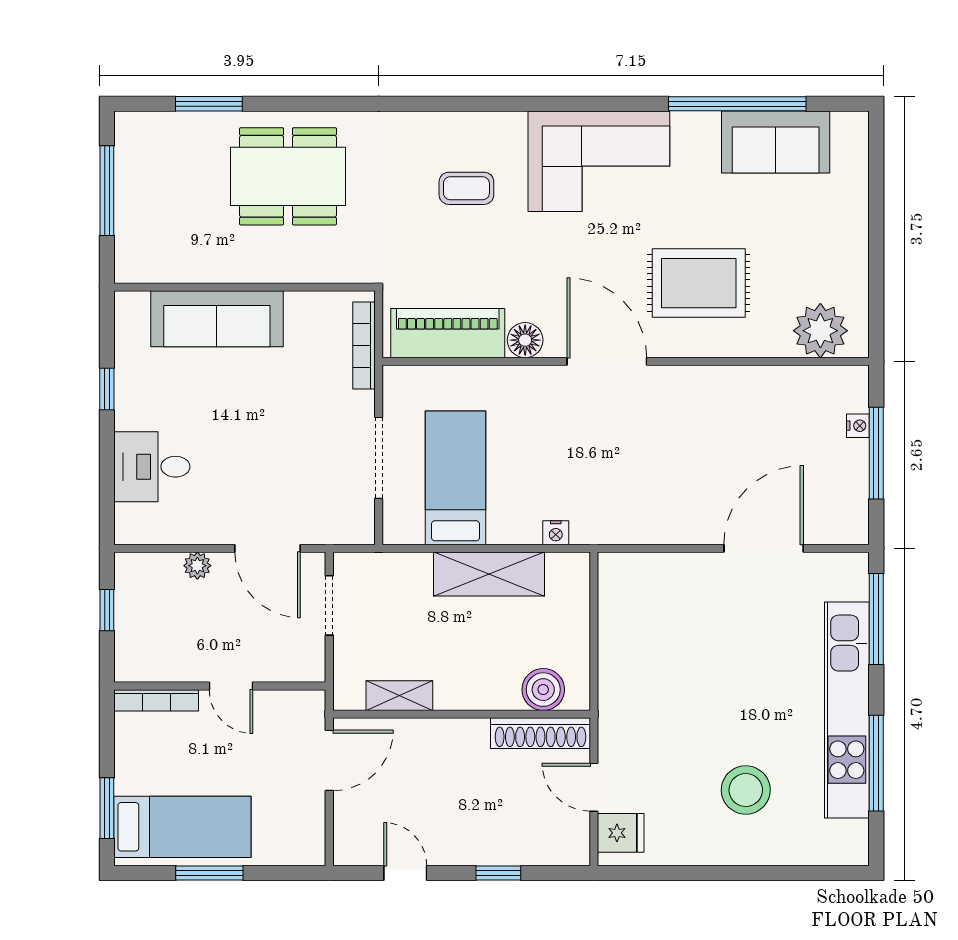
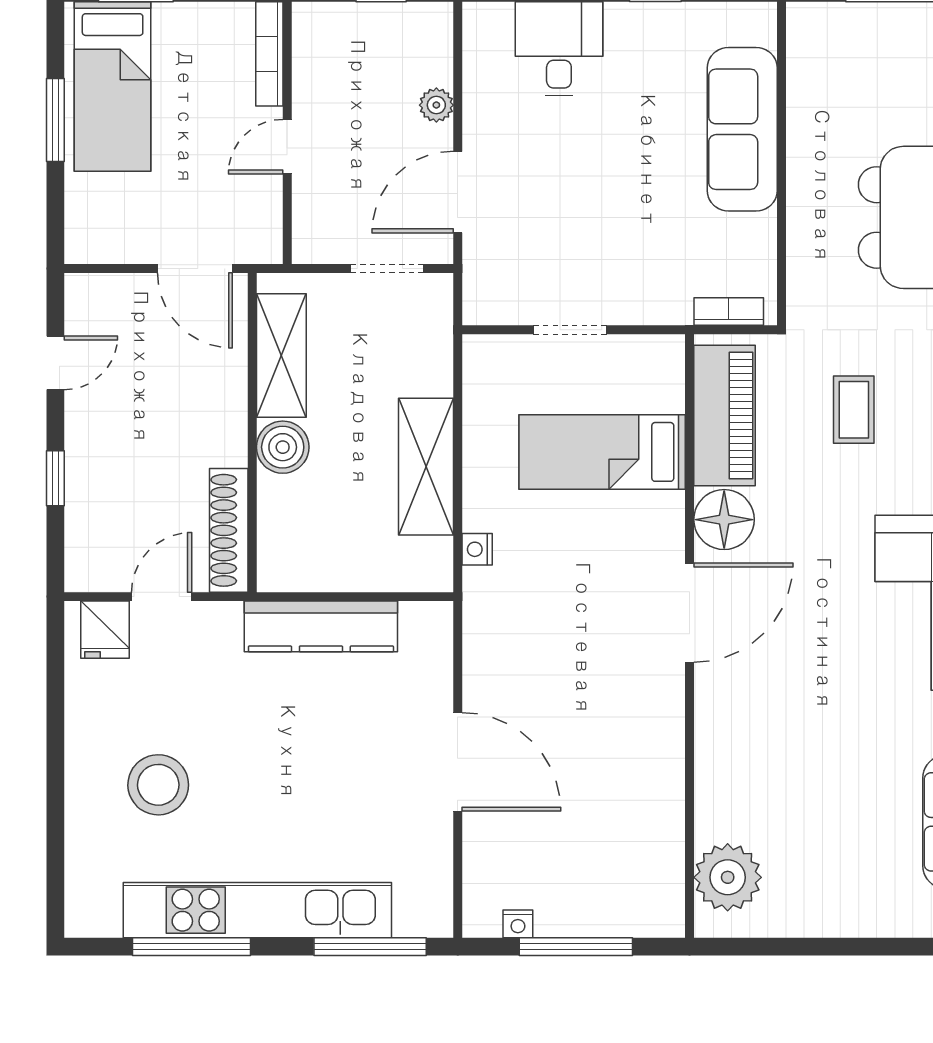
coffee table: (466, 188) -> (854, 410), moved
rug: (699, 283) -> (787, 727), removed
floor lamp: (525, 340) -> (724, 520), width x1.38, depth x1.38
bookcase: (364, 345) -> (729, 312), width x0.64
nightstand: (858, 426) -> (518, 924), moved
doorway: (379, 458) -> (570, 330), width x0.73
bed: (455, 478) -> (602, 452), moved, turned 180
door: (764, 548) -> (458, 762), moved
kitchen counter: (618, 659) -> (321, 626), added
boiler: (543, 690) -> (283, 447), moved
shelving: (399, 696) -> (281, 355), width x1.50, depth x1.33

